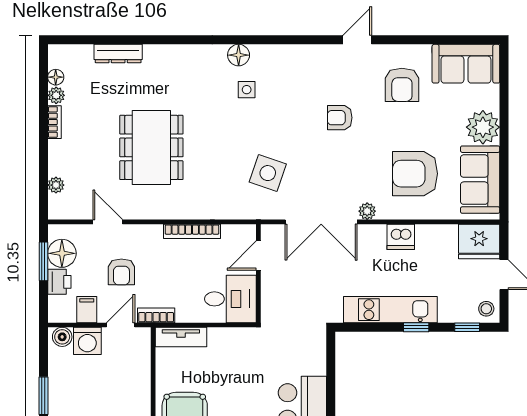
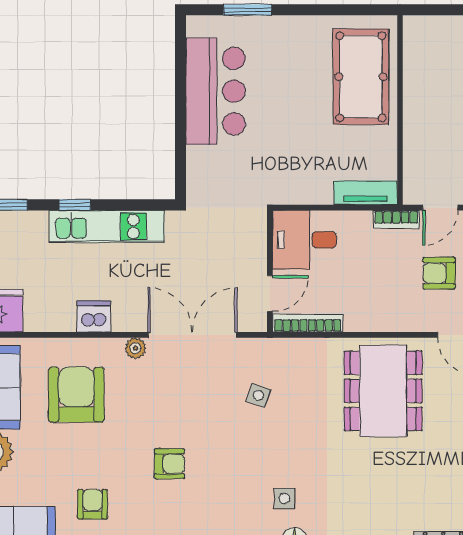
armchair: (402, 85) -> (92, 504), width x0.72, depth x0.72
dining table: (151, 147) -> (383, 391), moved
side table: (268, 173) -> (258, 395), width x0.54, depth x0.54
armchair: (415, 174) -> (76, 395), turned -90
bookcase: (192, 231) -> (308, 323), moved
armchair: (121, 272) -> (439, 273), turned -90

